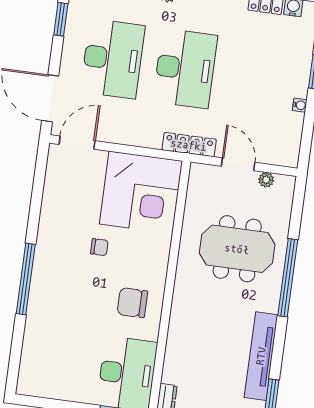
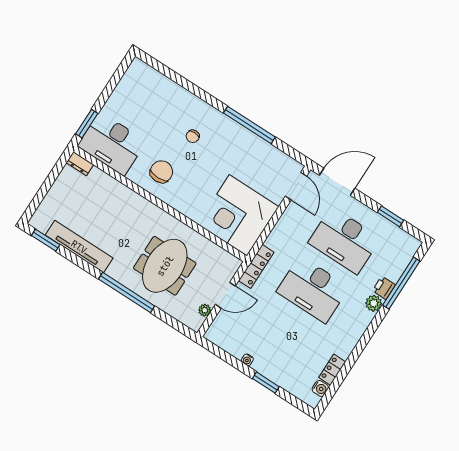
chair: (99, 247) -> (193, 136), moved
window: (26, 279) -> (249, 125), moved

